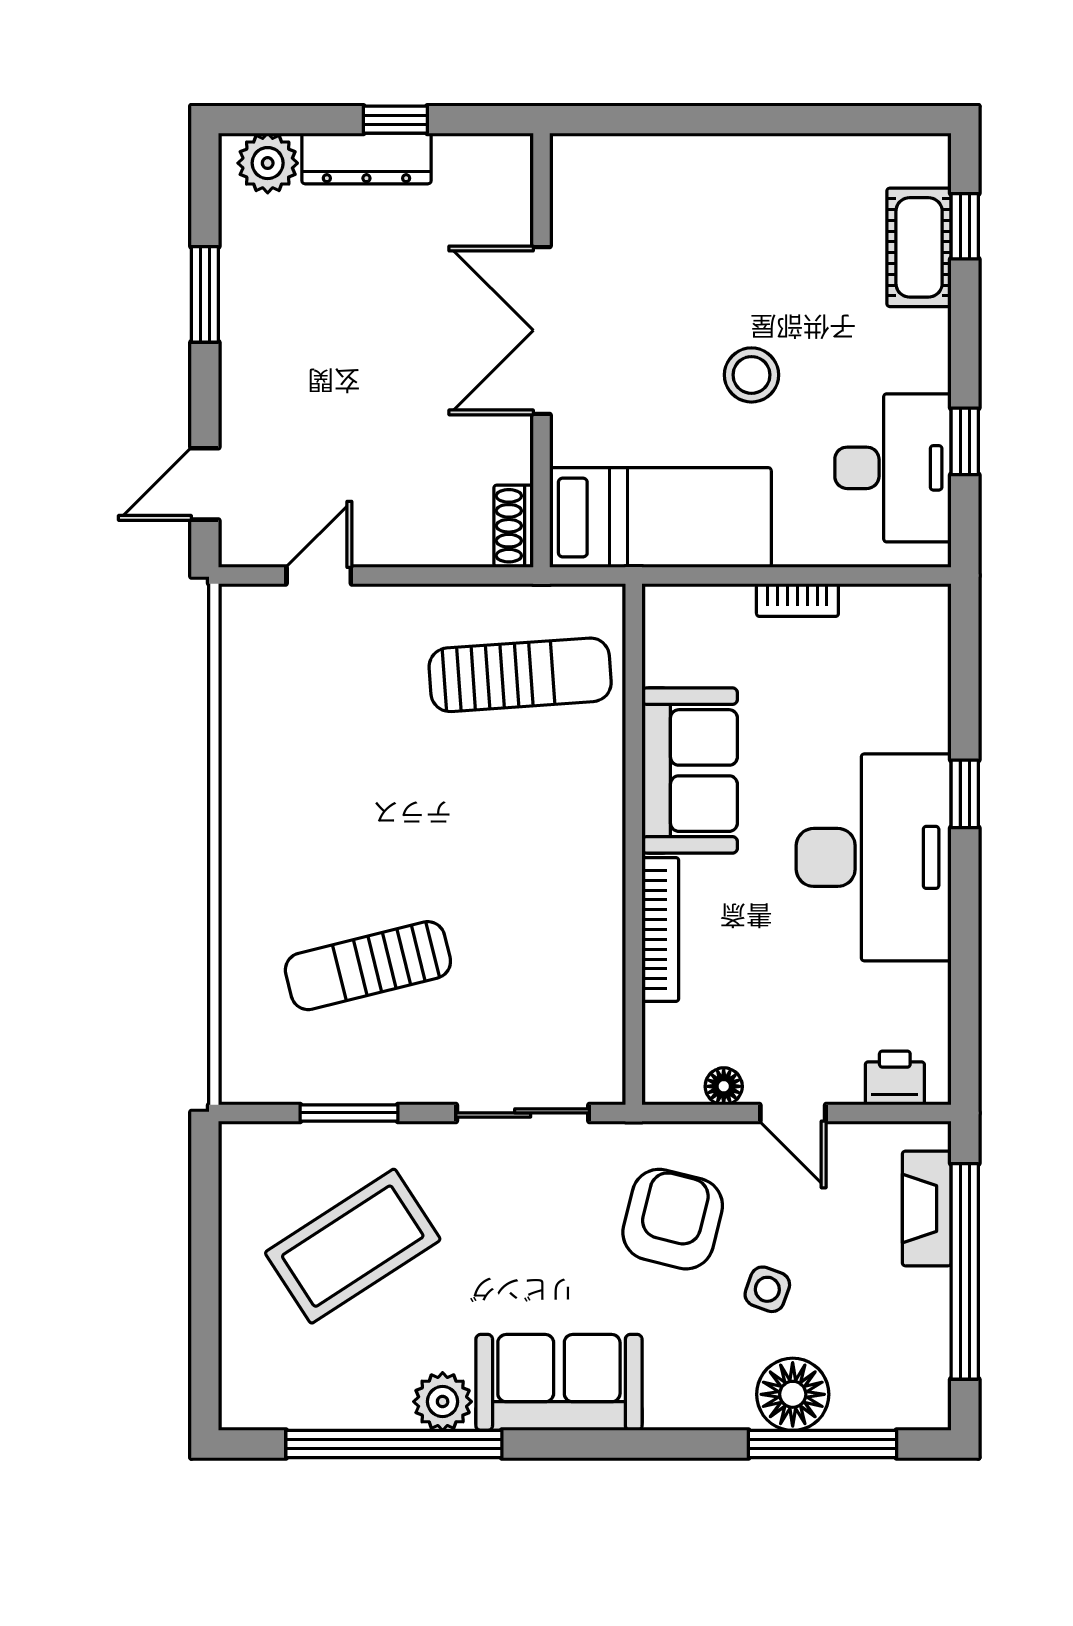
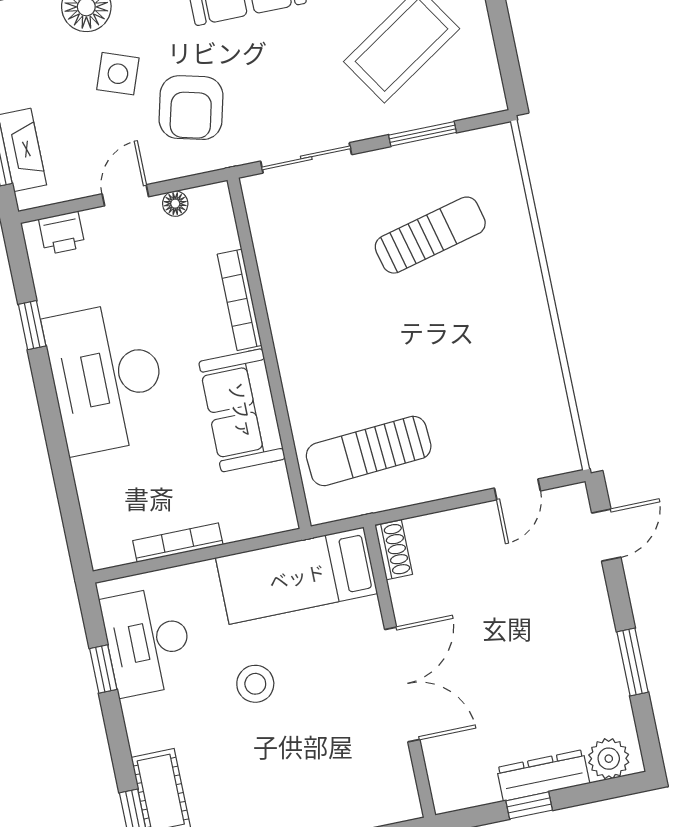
bookcase: (797, 600) -> (178, 543), width x1.56
window: (965, 794) -> (32, 325), moved
door: (793, 1113) -> (125, 195), hinge flipped
side table: (767, 1289) -> (118, 74), width x1.37, depth x1.37

